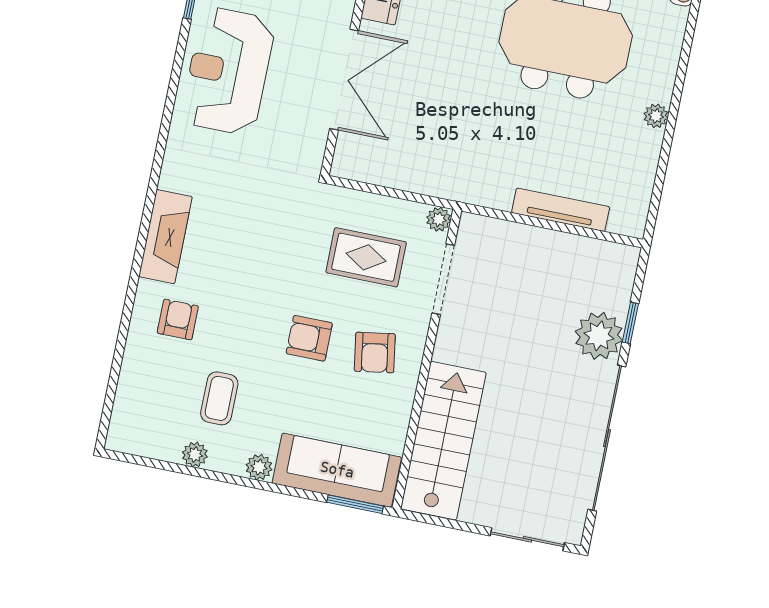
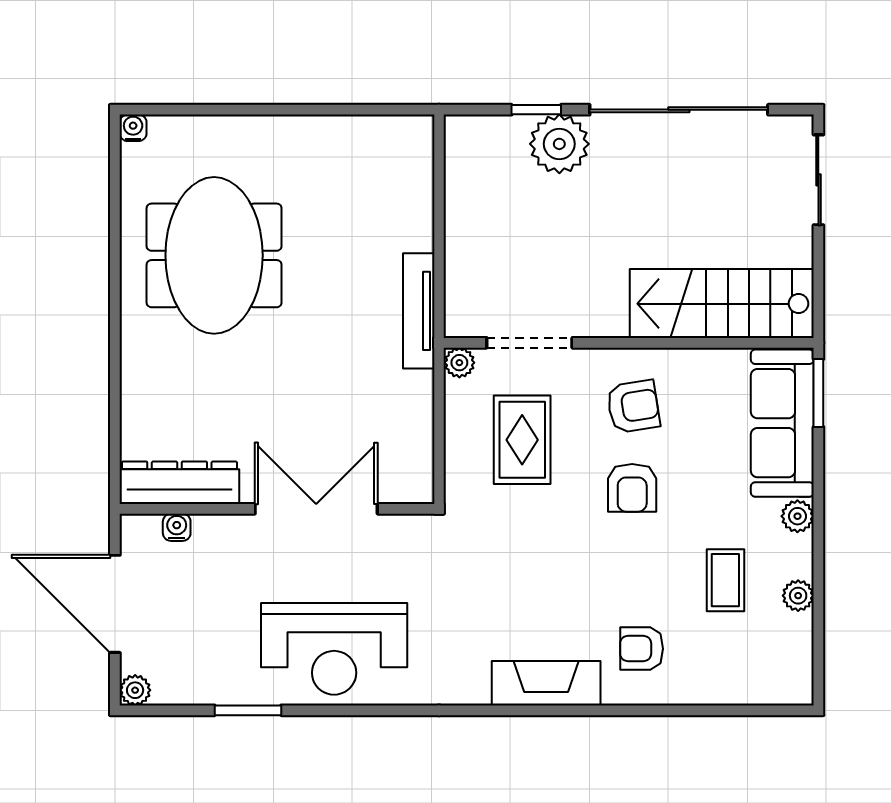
plant: (656, 116) -> (284, 129), removed
tv unit: (561, 210) -> (419, 311), moved
coffee table: (219, 398) -> (725, 580), turned 90

